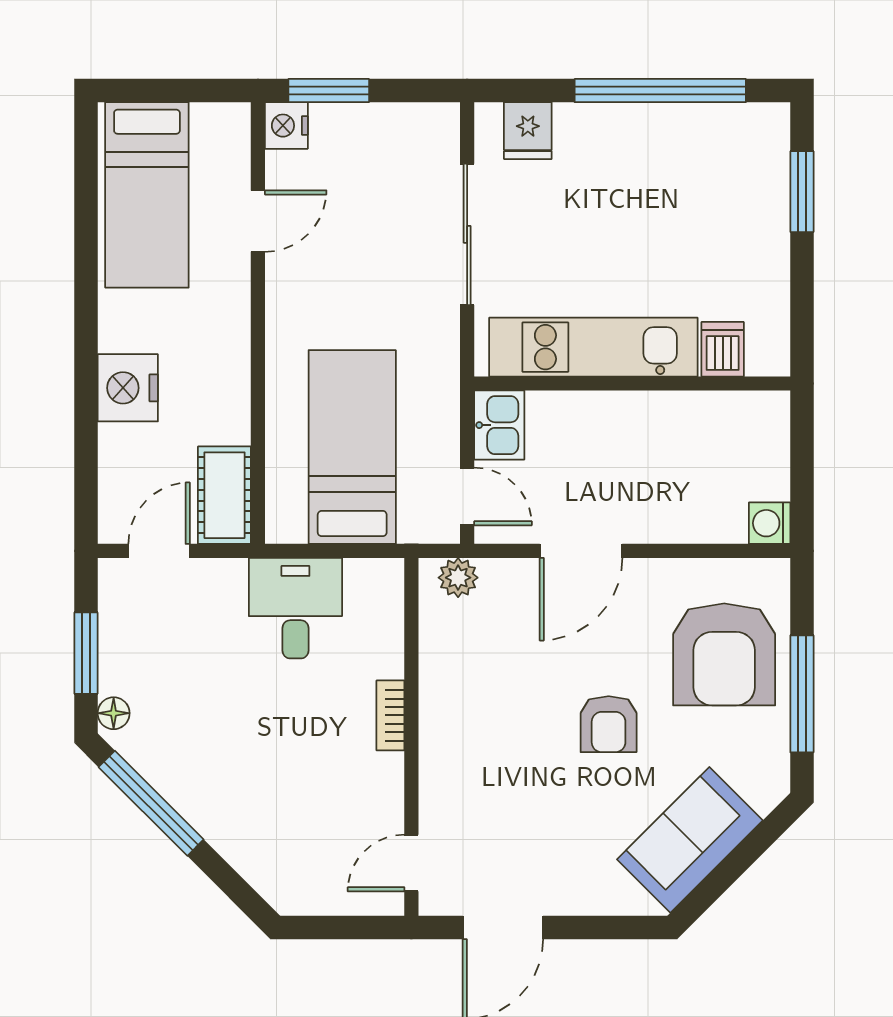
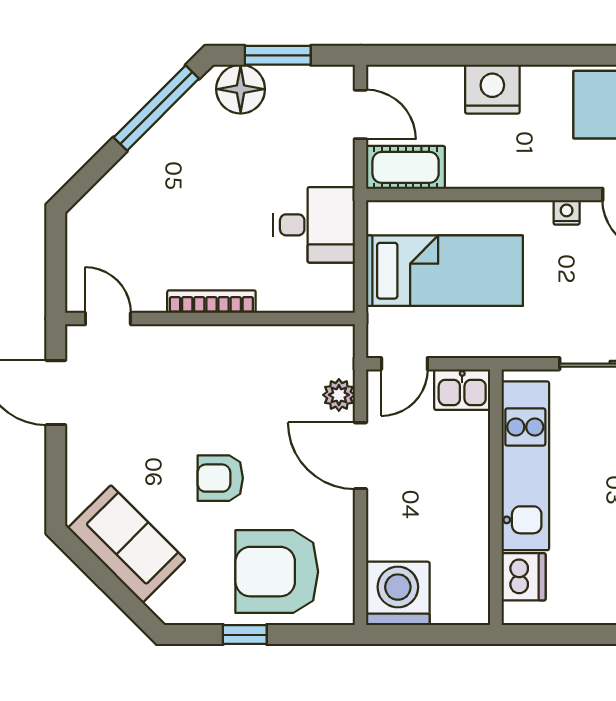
nightstand: (280, 296) -> (567, 212), added
dishwasher: (723, 349) -> (524, 577), width x1.38
washing machine: (770, 523) -> (398, 593), width x1.89, depth x1.89
plant: (458, 578) -> (339, 395), moved
window: (802, 694) -> (245, 635), width x0.46
floor lamp: (114, 713) -> (241, 89), width x1.89, depth x1.89
bookcase: (390, 715) -> (211, 302), width x1.56

